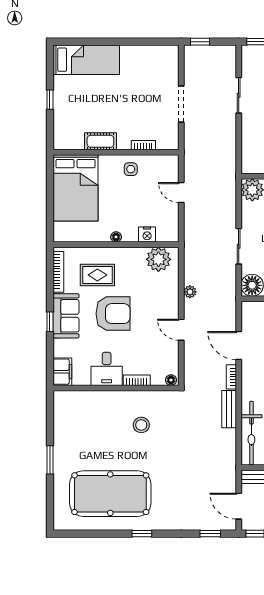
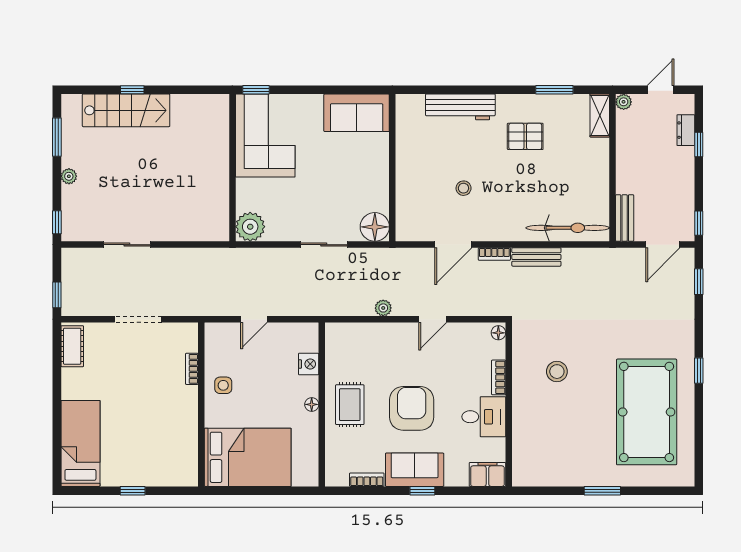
cot: (100, 141) -> (72, 346), moved
plant: (158, 259) -> (341, 349), removed
bookcase: (58, 272) -> (367, 480), width x0.64
rug: (97, 275) -> (350, 405), moved

